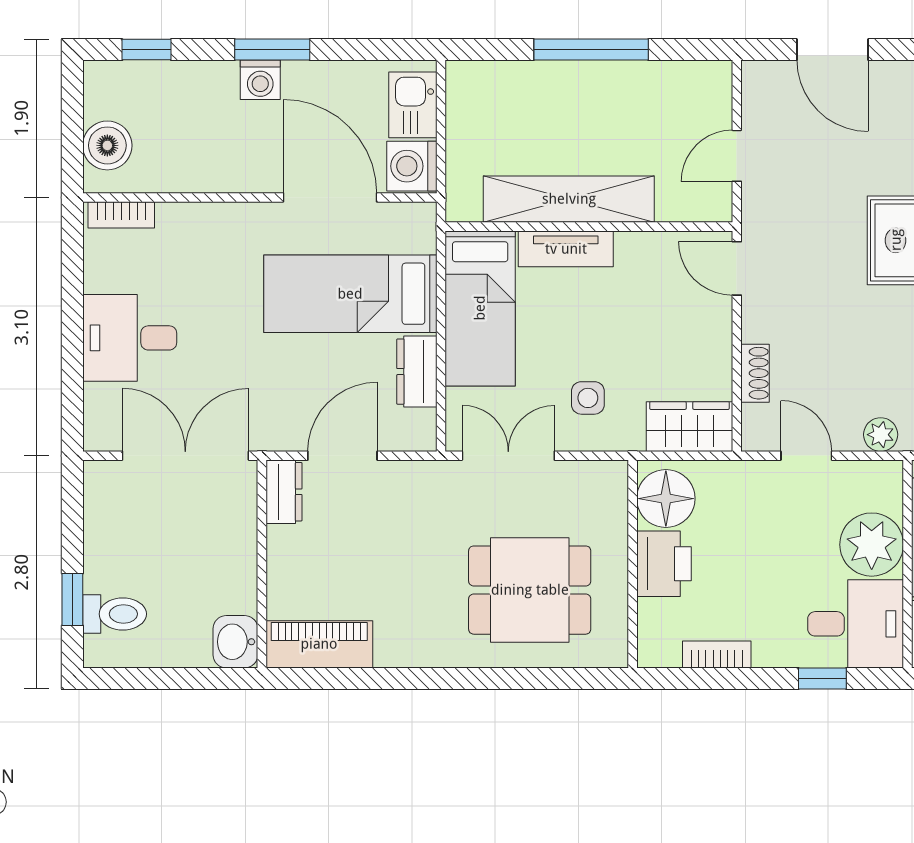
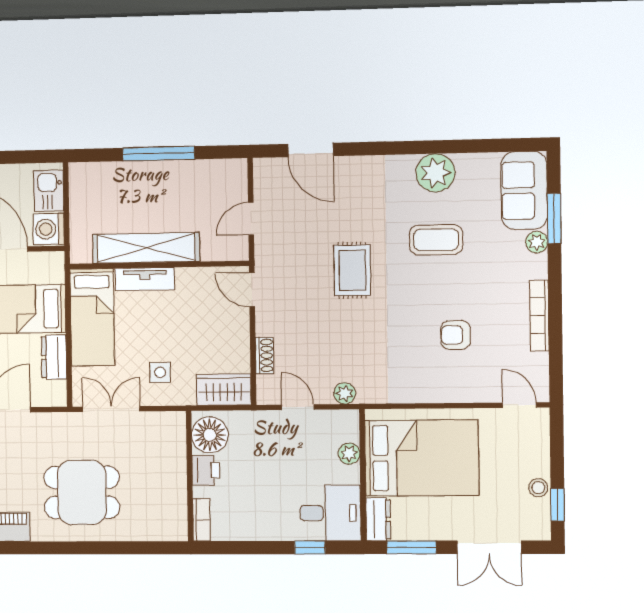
plant: (872, 545) -> (349, 454), width x0.53, depth x0.53
printer: (664, 564) -> (206, 470), width x0.73, depth x0.81
dining table: (530, 590) -> (82, 492), moved
bookcase: (717, 654) -> (201, 520), moved, turned 90

